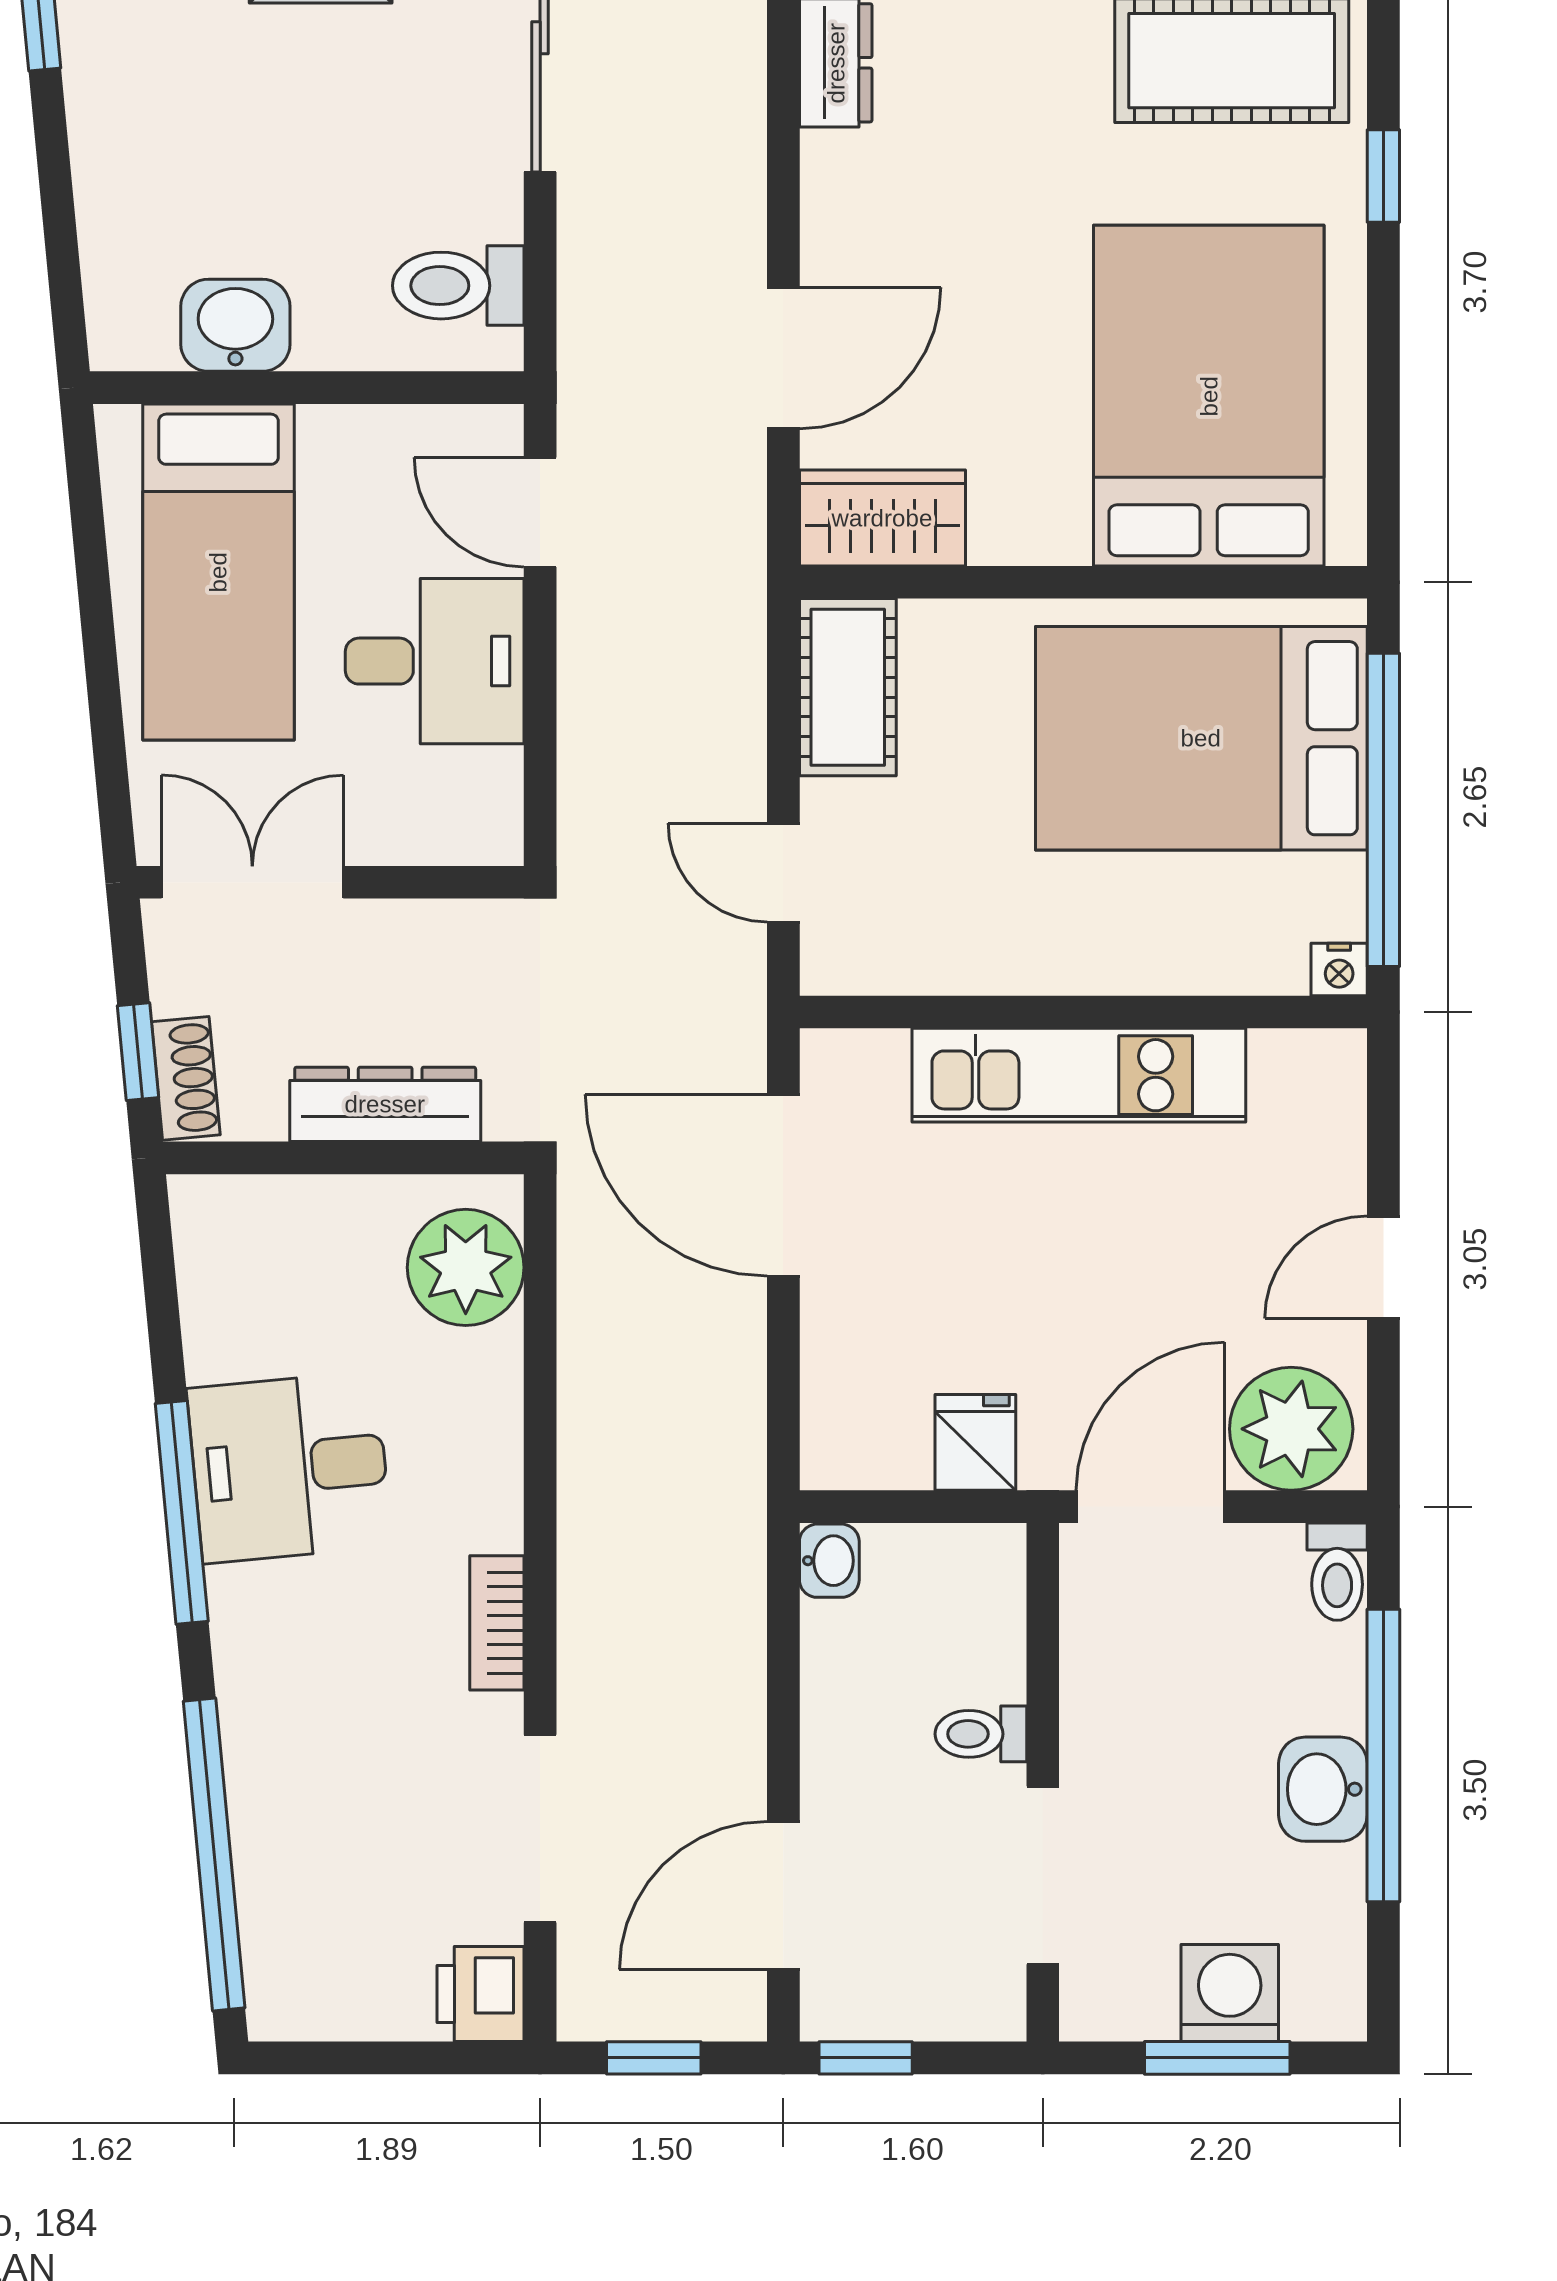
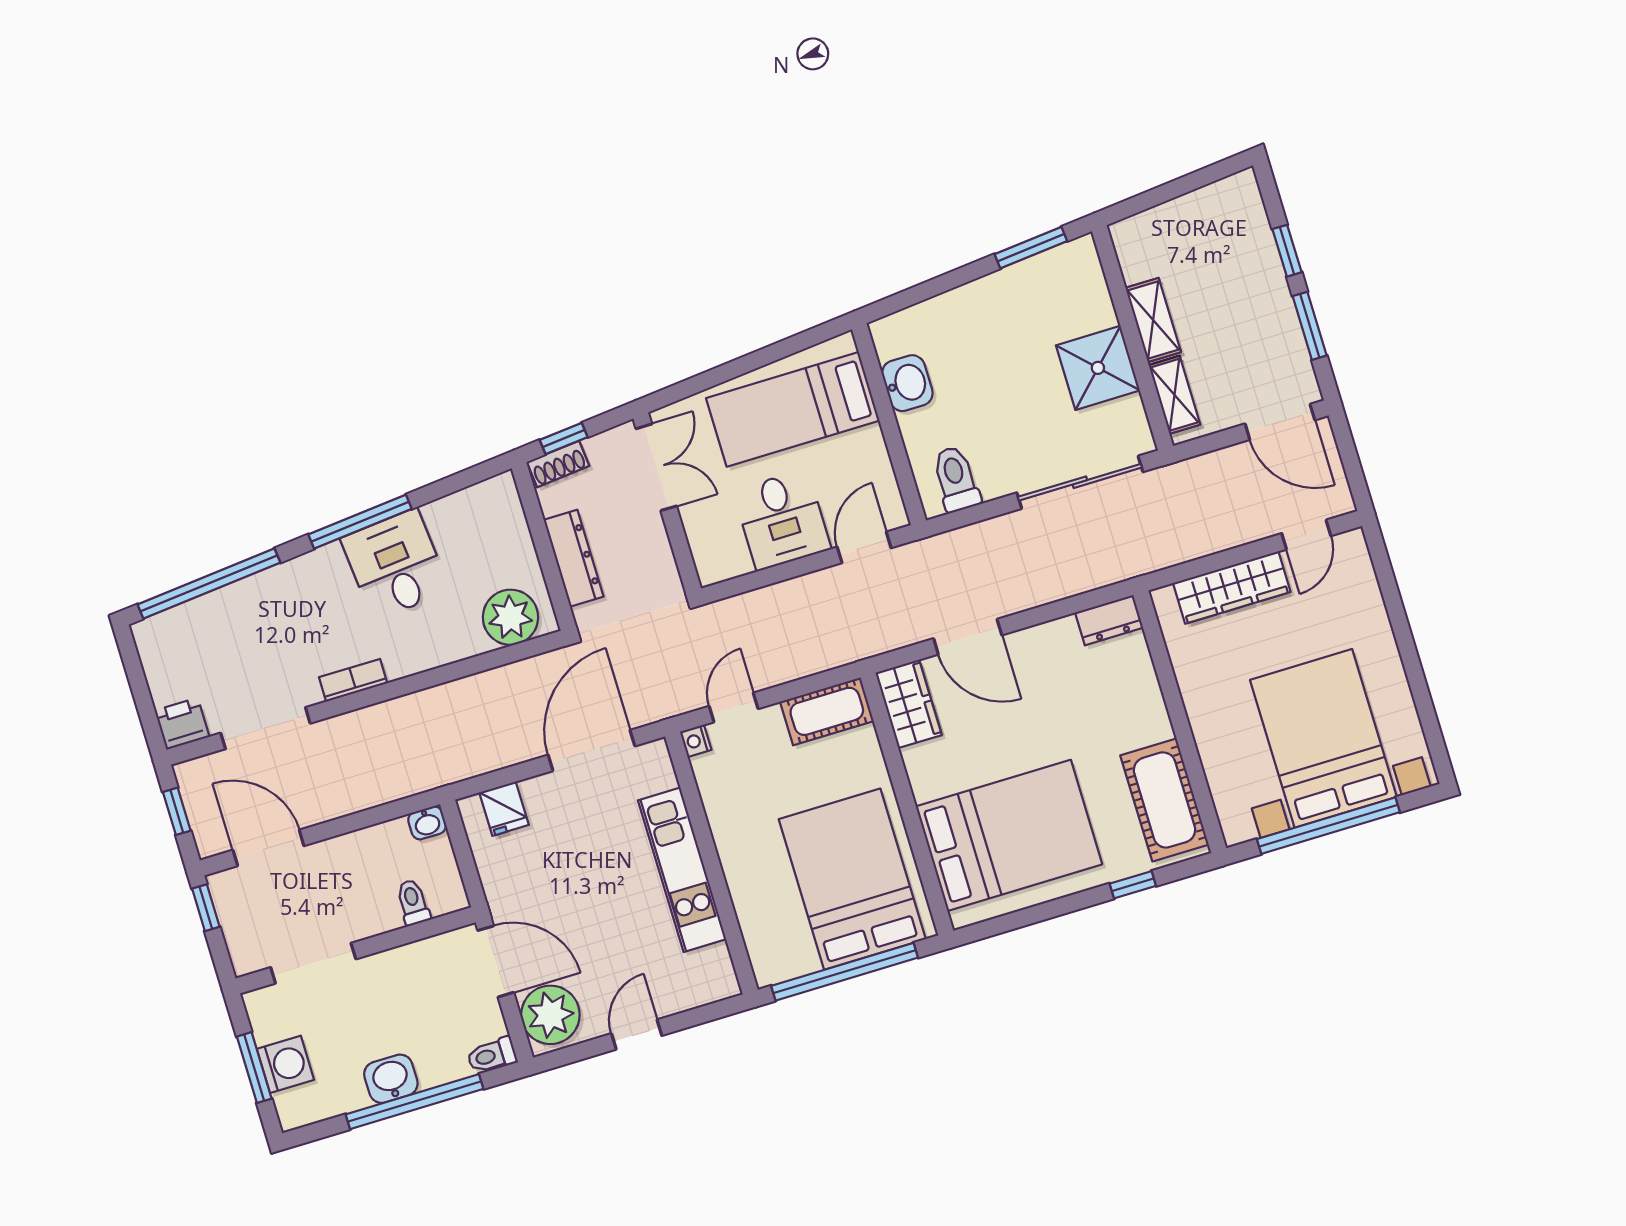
nightstand: (1339, 969) -> (696, 741), moved
door: (1383, 1267) -> (637, 1035), hinge flipped
fridge: (975, 1442) -> (504, 809), moved, turned 90
toilet: (981, 1734) -> (413, 902), moved

